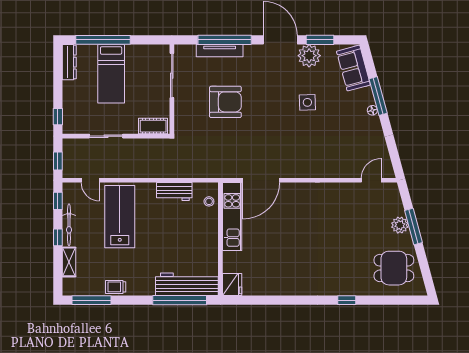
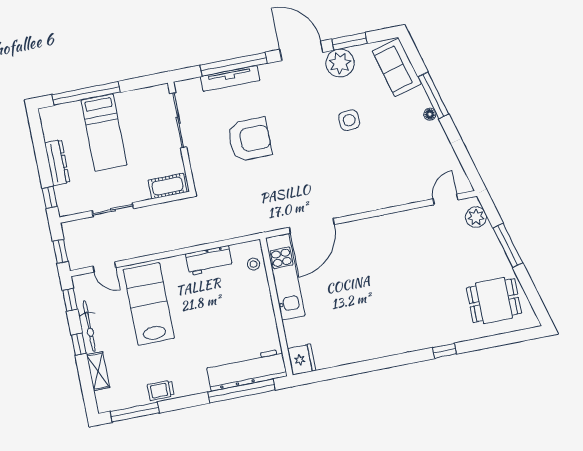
dresser: (69, 62) -> (57, 163), moved
plant: (400, 225) -> (476, 217), moved

